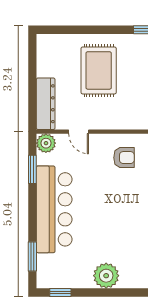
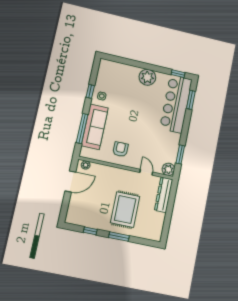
window: (100, 30) -> (119, 237), added
armchair: (124, 158) -> (120, 149), turned 90
bar counter: (54, 209) -> (176, 104), moved

